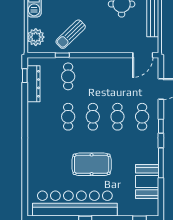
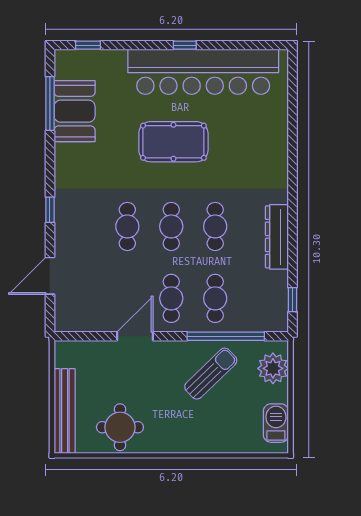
window: (62, 55) -> (226, 336), width x3.17
door: (143, 55) -> (135, 336), moved
dresser: (33, 84) -> (277, 237), moved
cafe table: (142, 117) -> (171, 298), moved
window: (161, 163) -> (50, 104), moved

